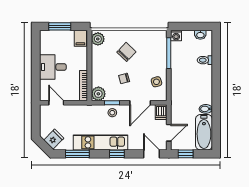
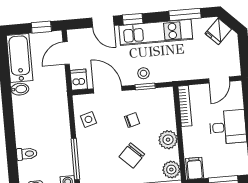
plant: (98, 94) -> (168, 140), moved
door: (56, 103) -> (219, 80), hinge flipped
door: (140, 103) -> (108, 90), hinge flipped
door: (151, 154) -> (103, 22), moved

